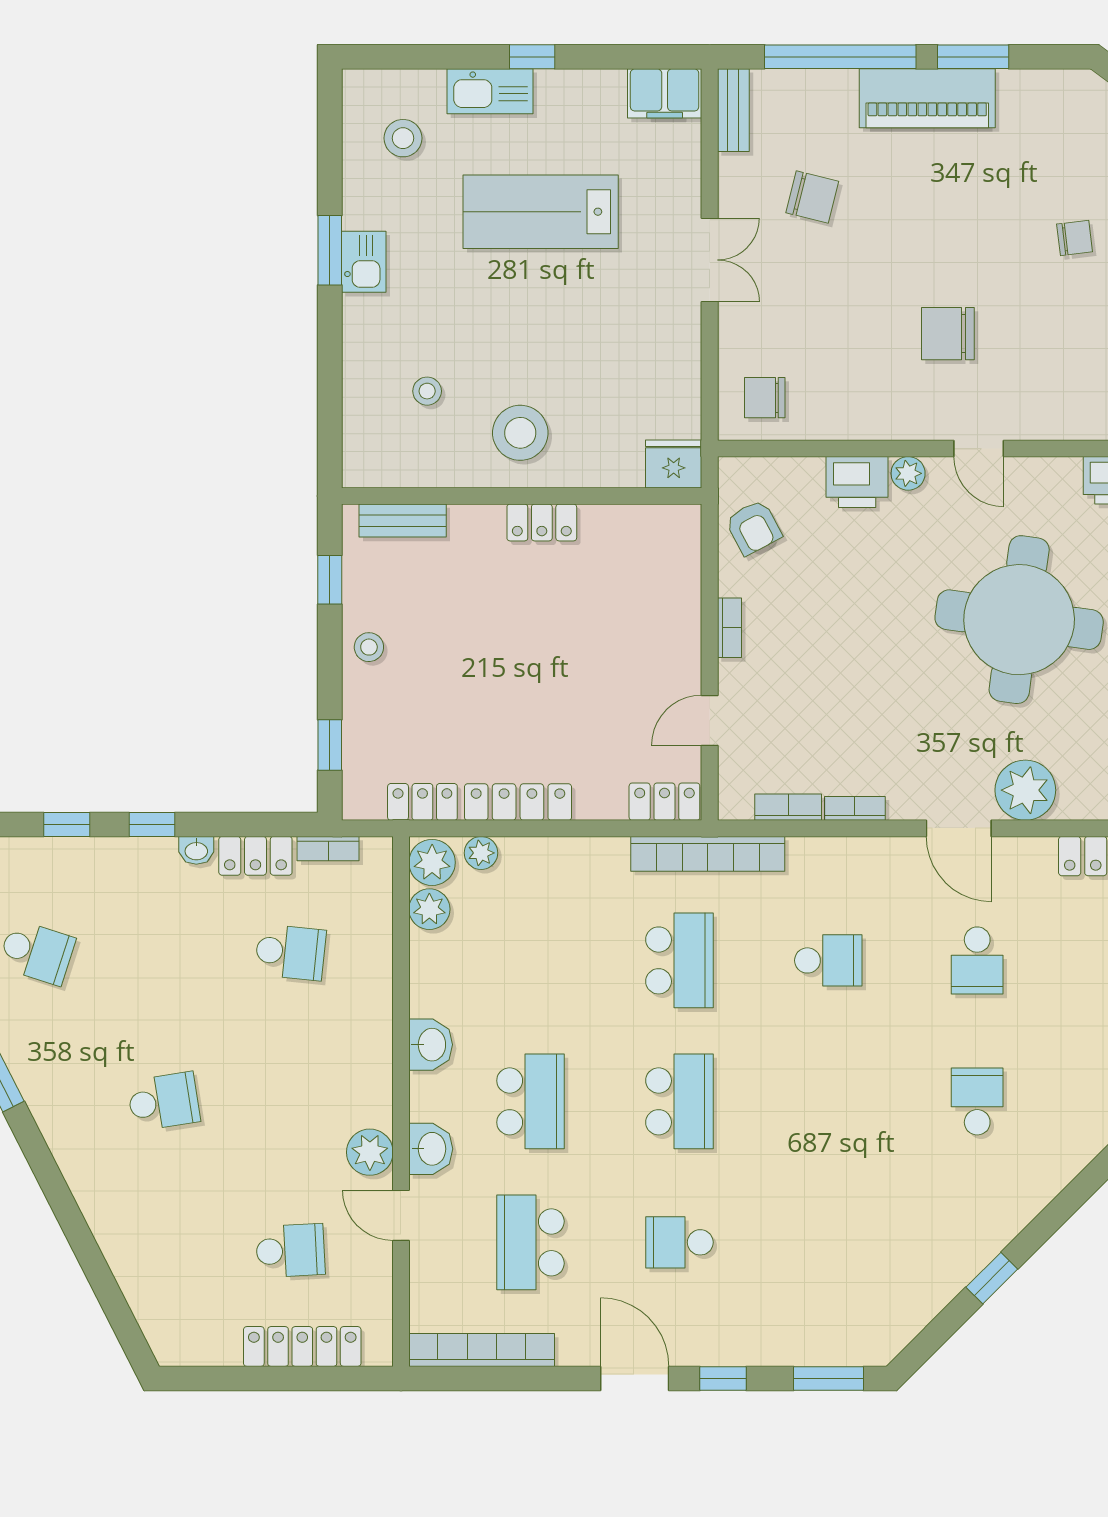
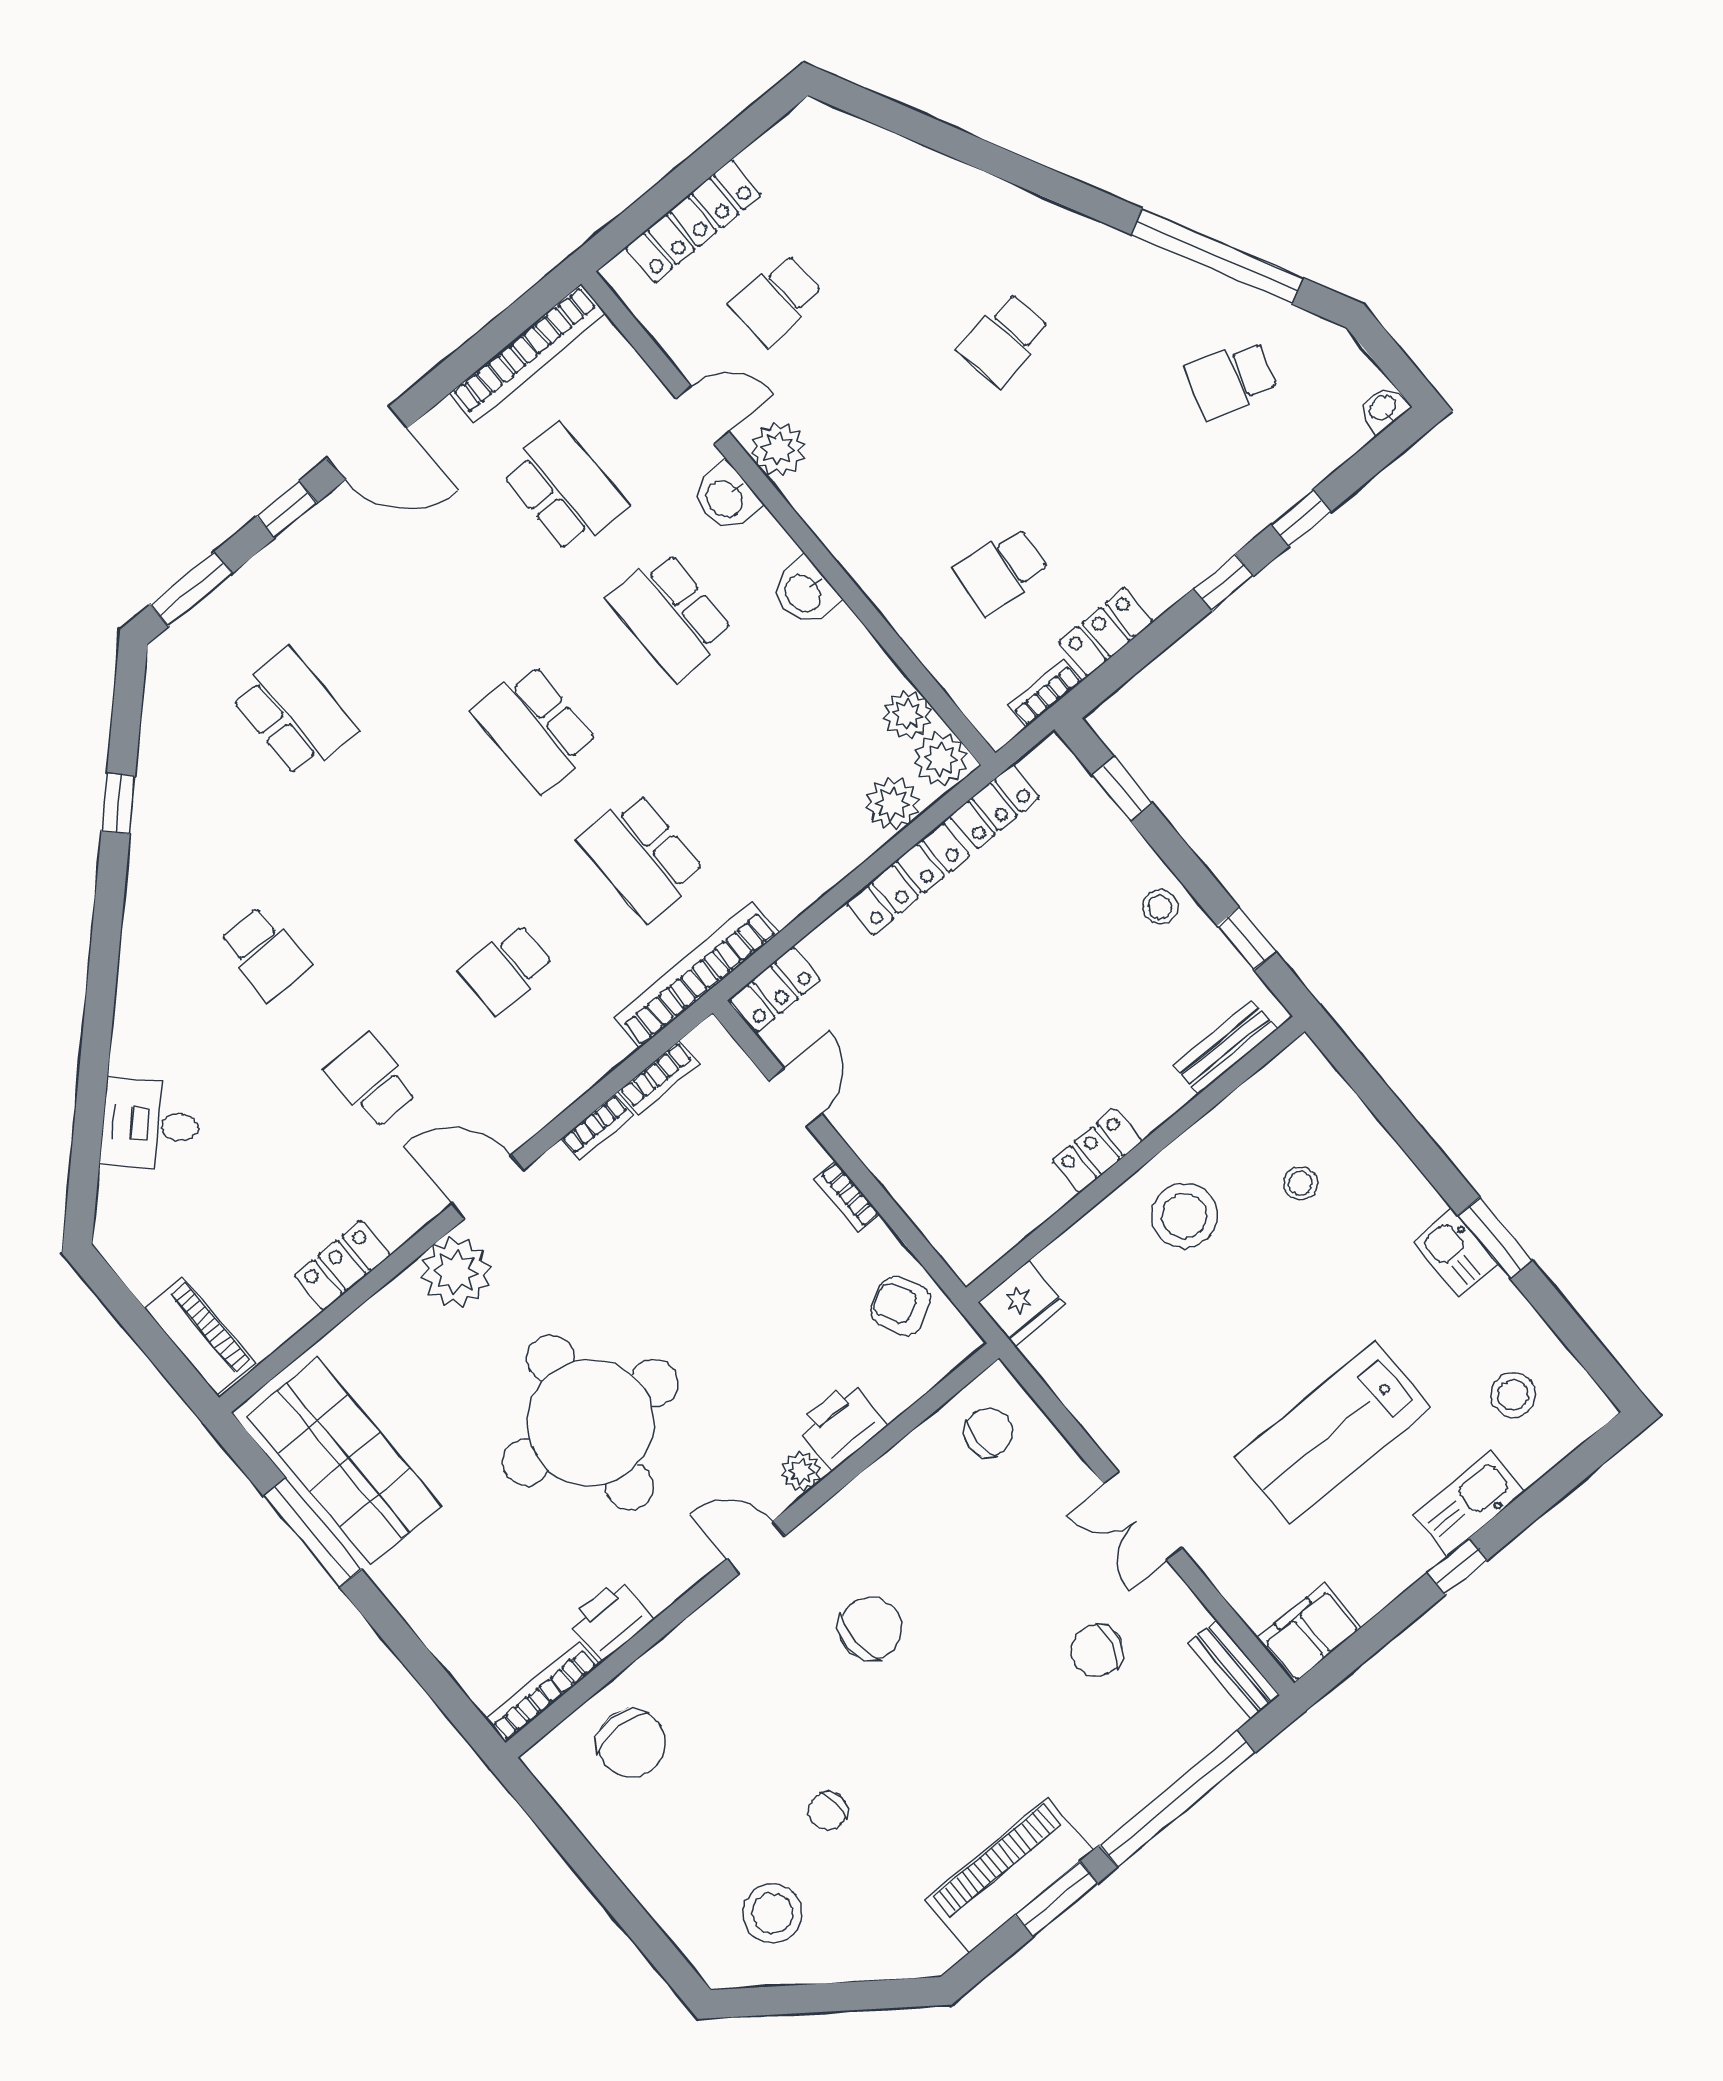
piano: (927, 98) -> (1009, 1875), moved
lab bench: (541, 212) -> (1333, 1432), turned 180
washbasin: (196, 850) -> (1164, 592), removed
plant: (481, 853) -> (893, 804), width x1.38, depth x1.38
school desk: (679, 1242) -> (294, 713), moved, width x1.85

